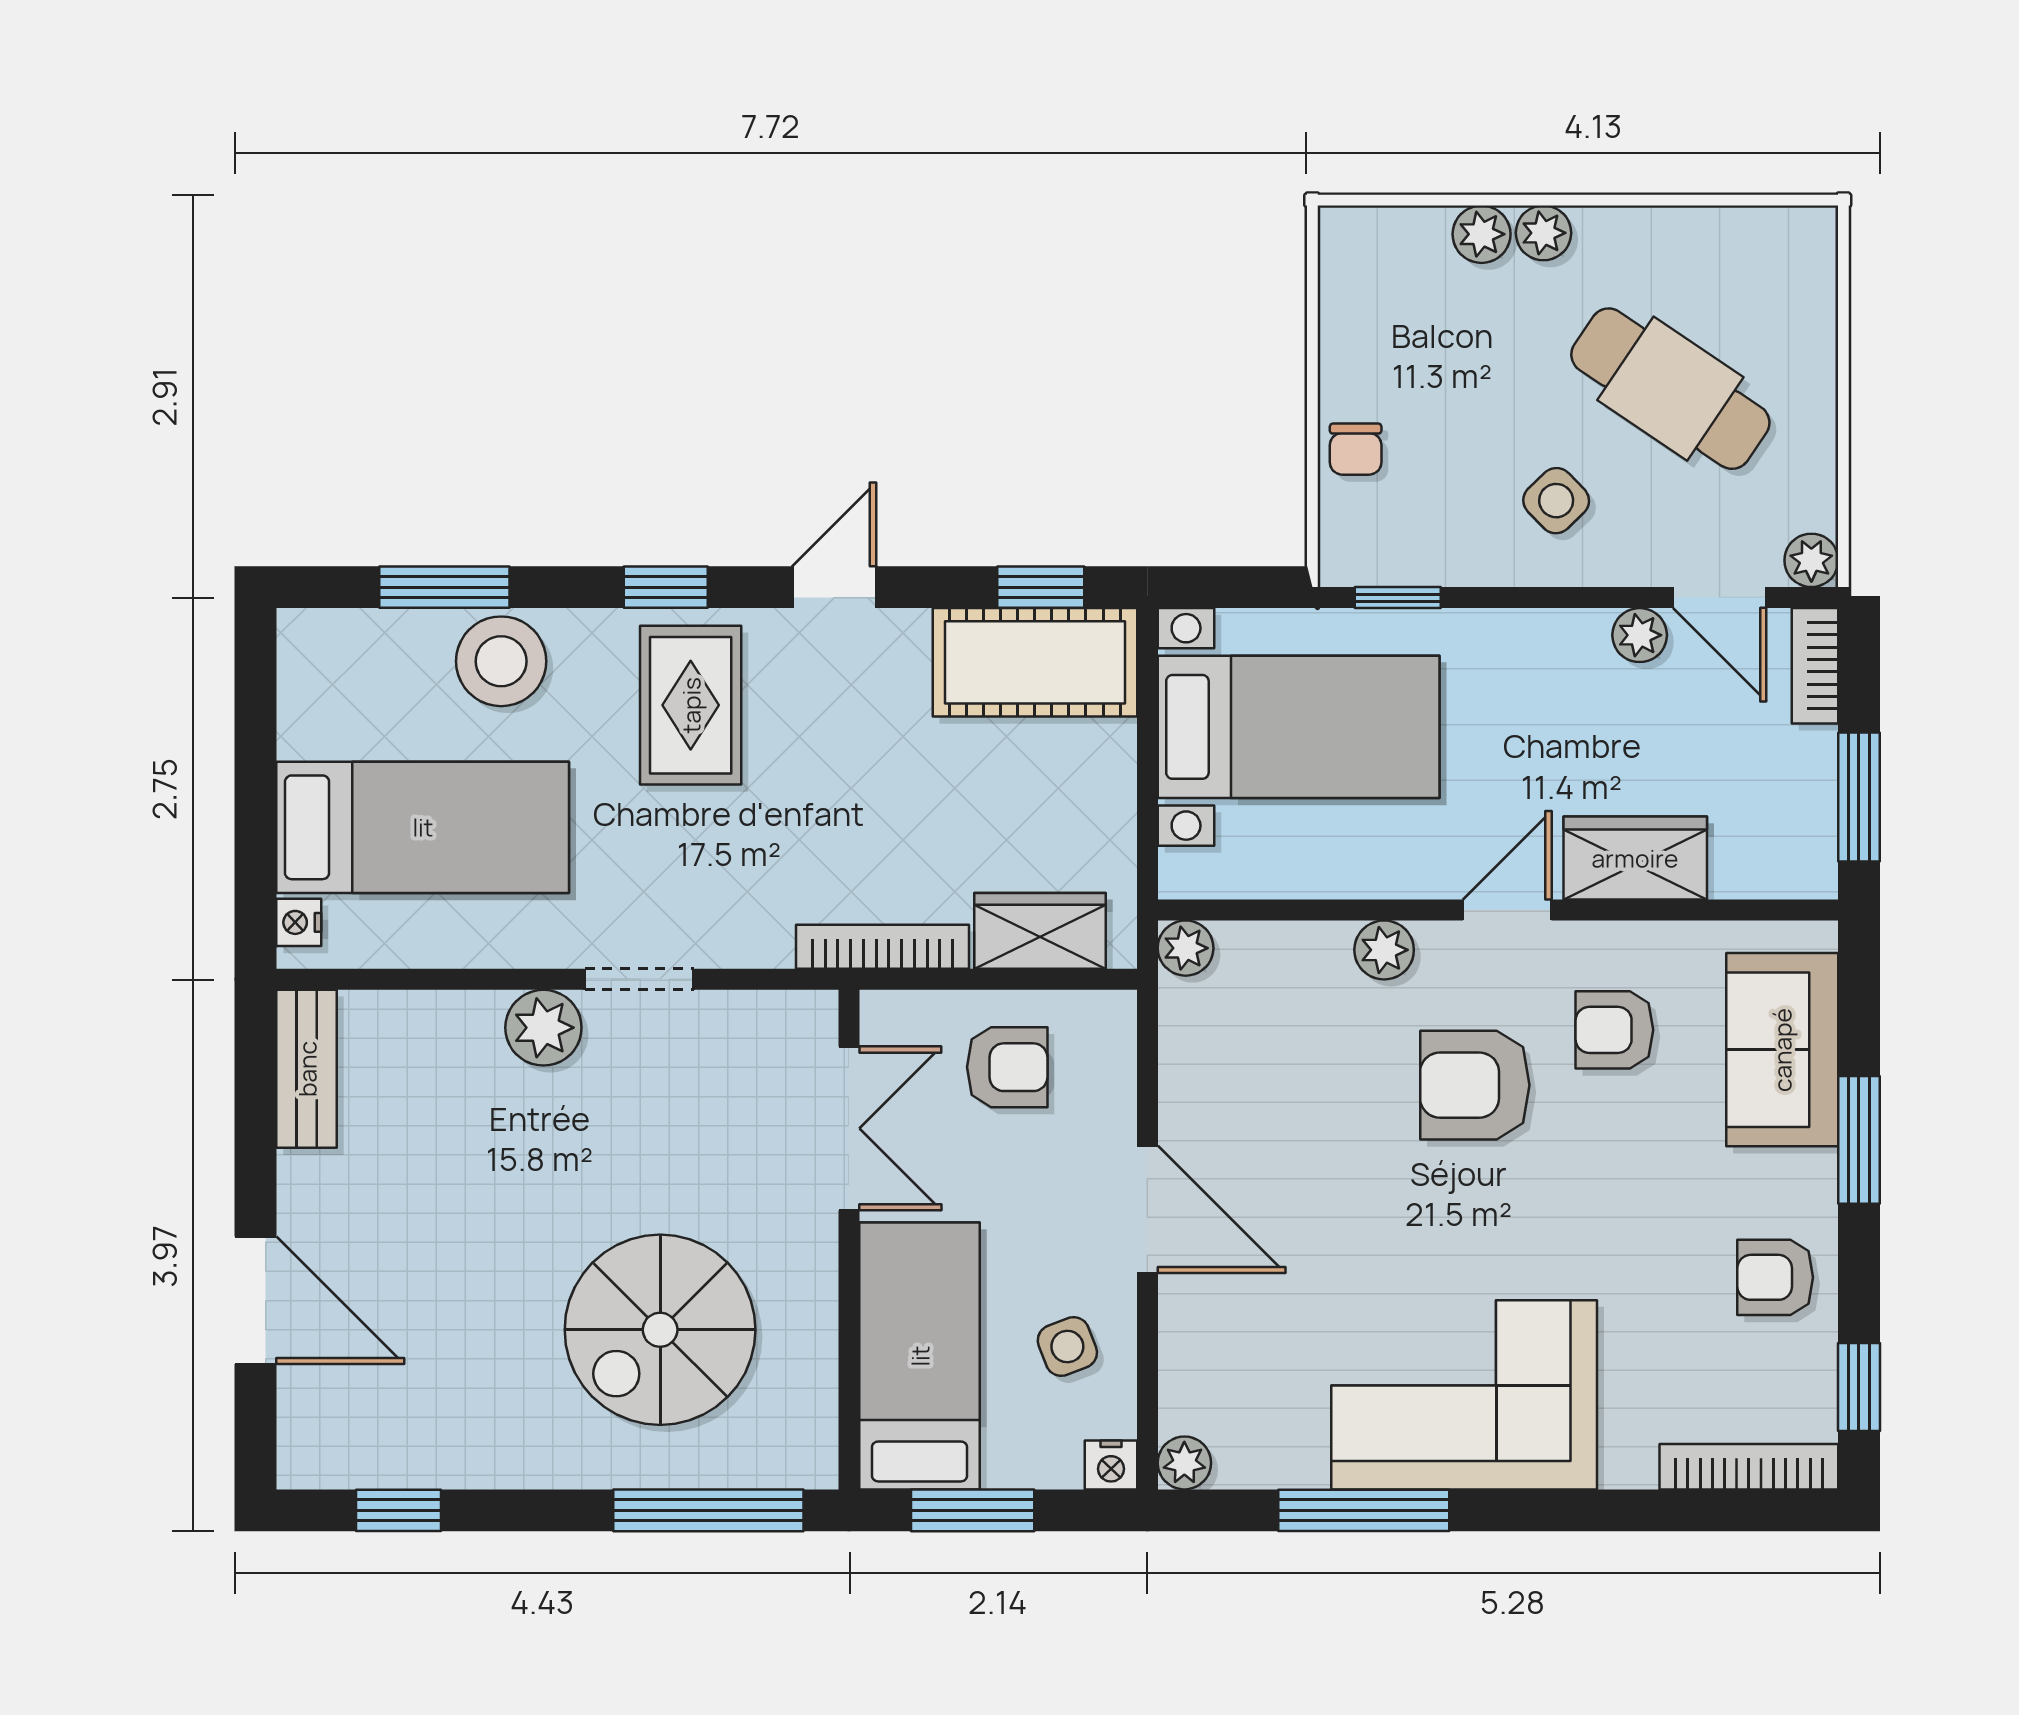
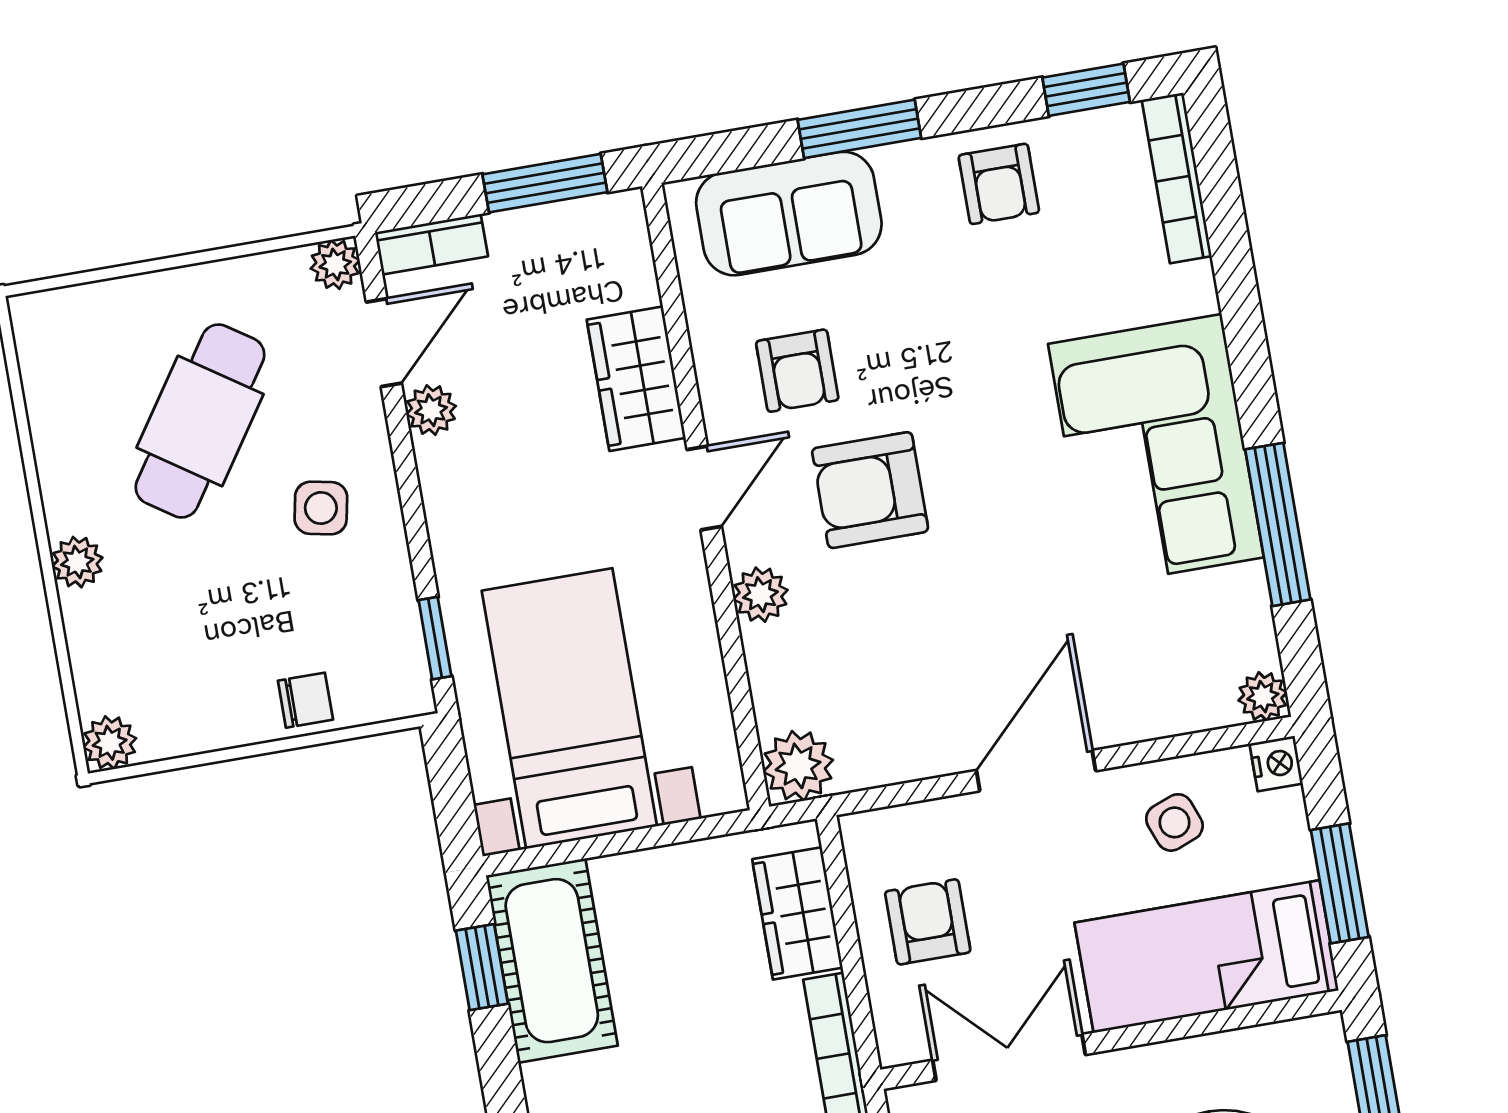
plant: (1482, 234) -> (110, 743), moved
side table: (1556, 501) -> (321, 508), turned -35
door: (1507, 910) -> (704, 488), swing flipped
plant: (1186, 948) -> (798, 766), width x1.38, depth x1.38
armchair: (1475, 1085) -> (870, 490), turned 90

